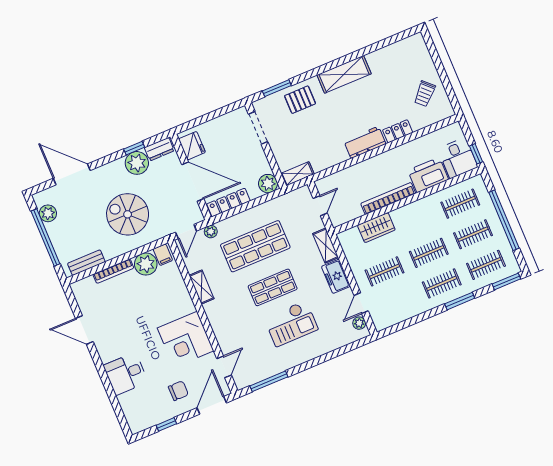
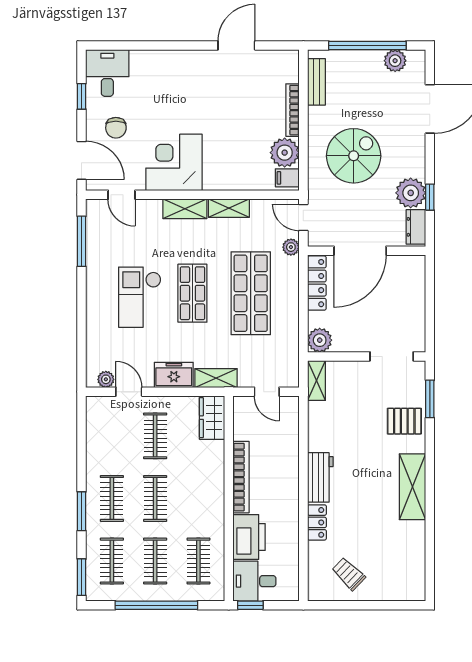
pallet: (300, 100) -> (404, 421), turned 90
fridge: (192, 146) -> (404, 268), removed
wardrobe: (376, 228) -> (212, 418), moved
shelving: (215, 318) -> (185, 209), added
desk: (126, 374) -> (107, 73), moved

